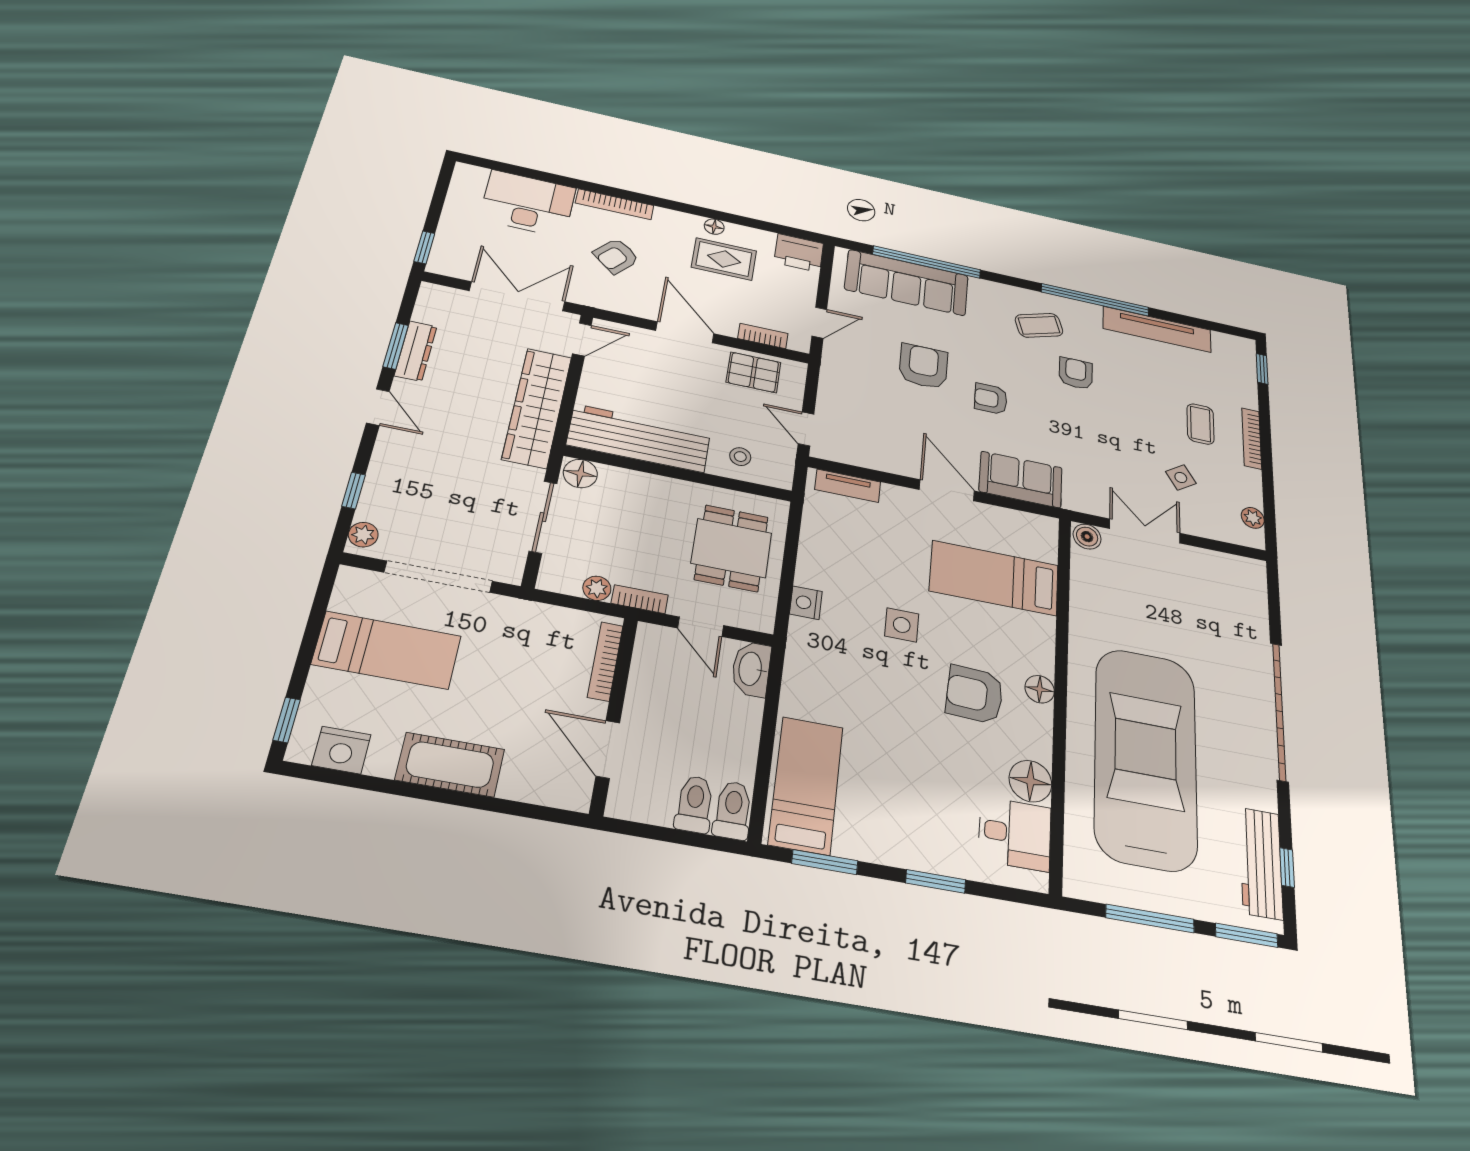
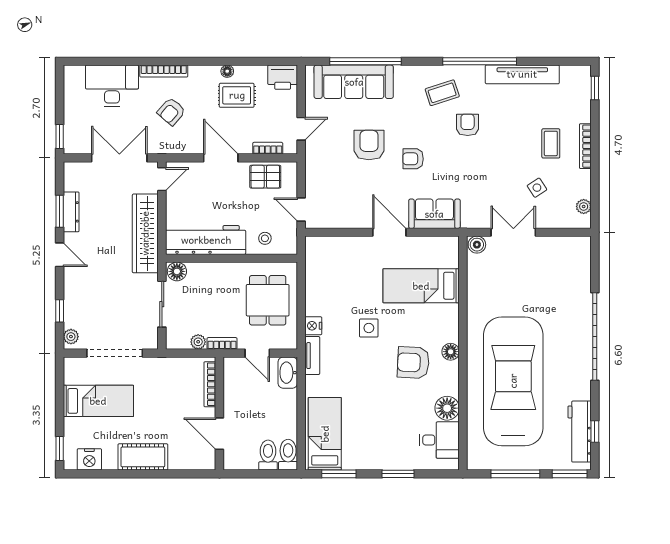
tv unit: (848, 486) -> (312, 356), moved, turned -90

